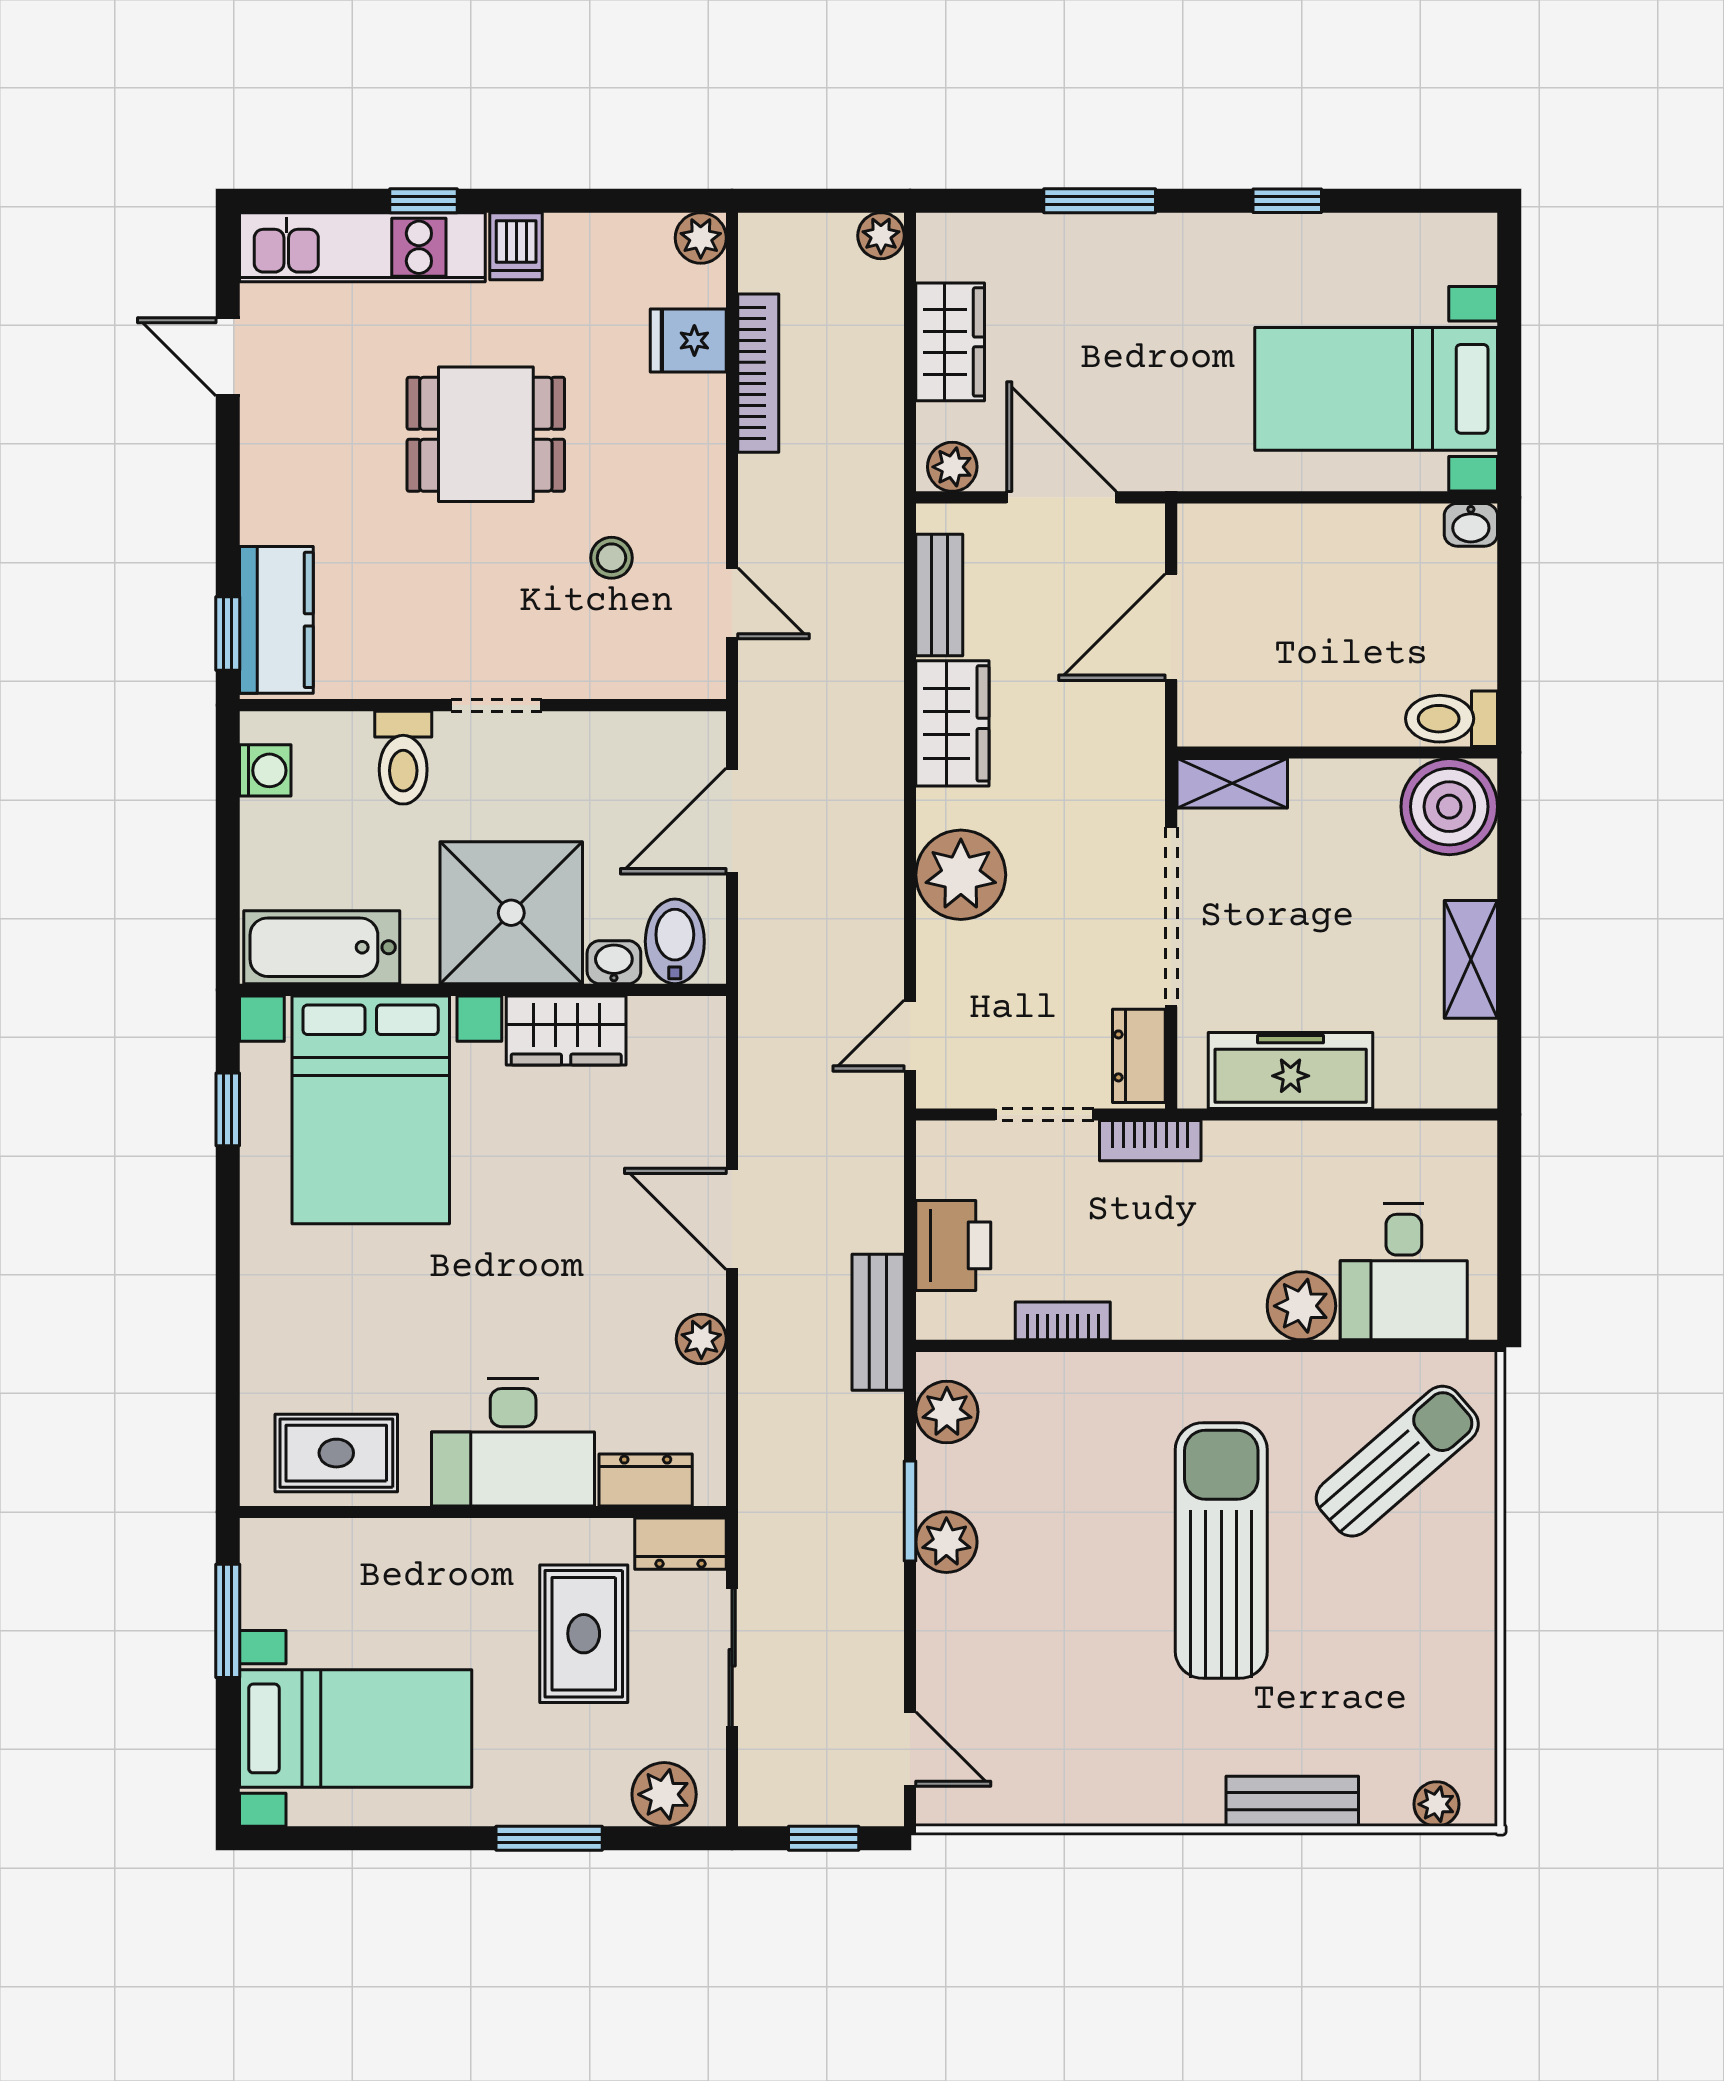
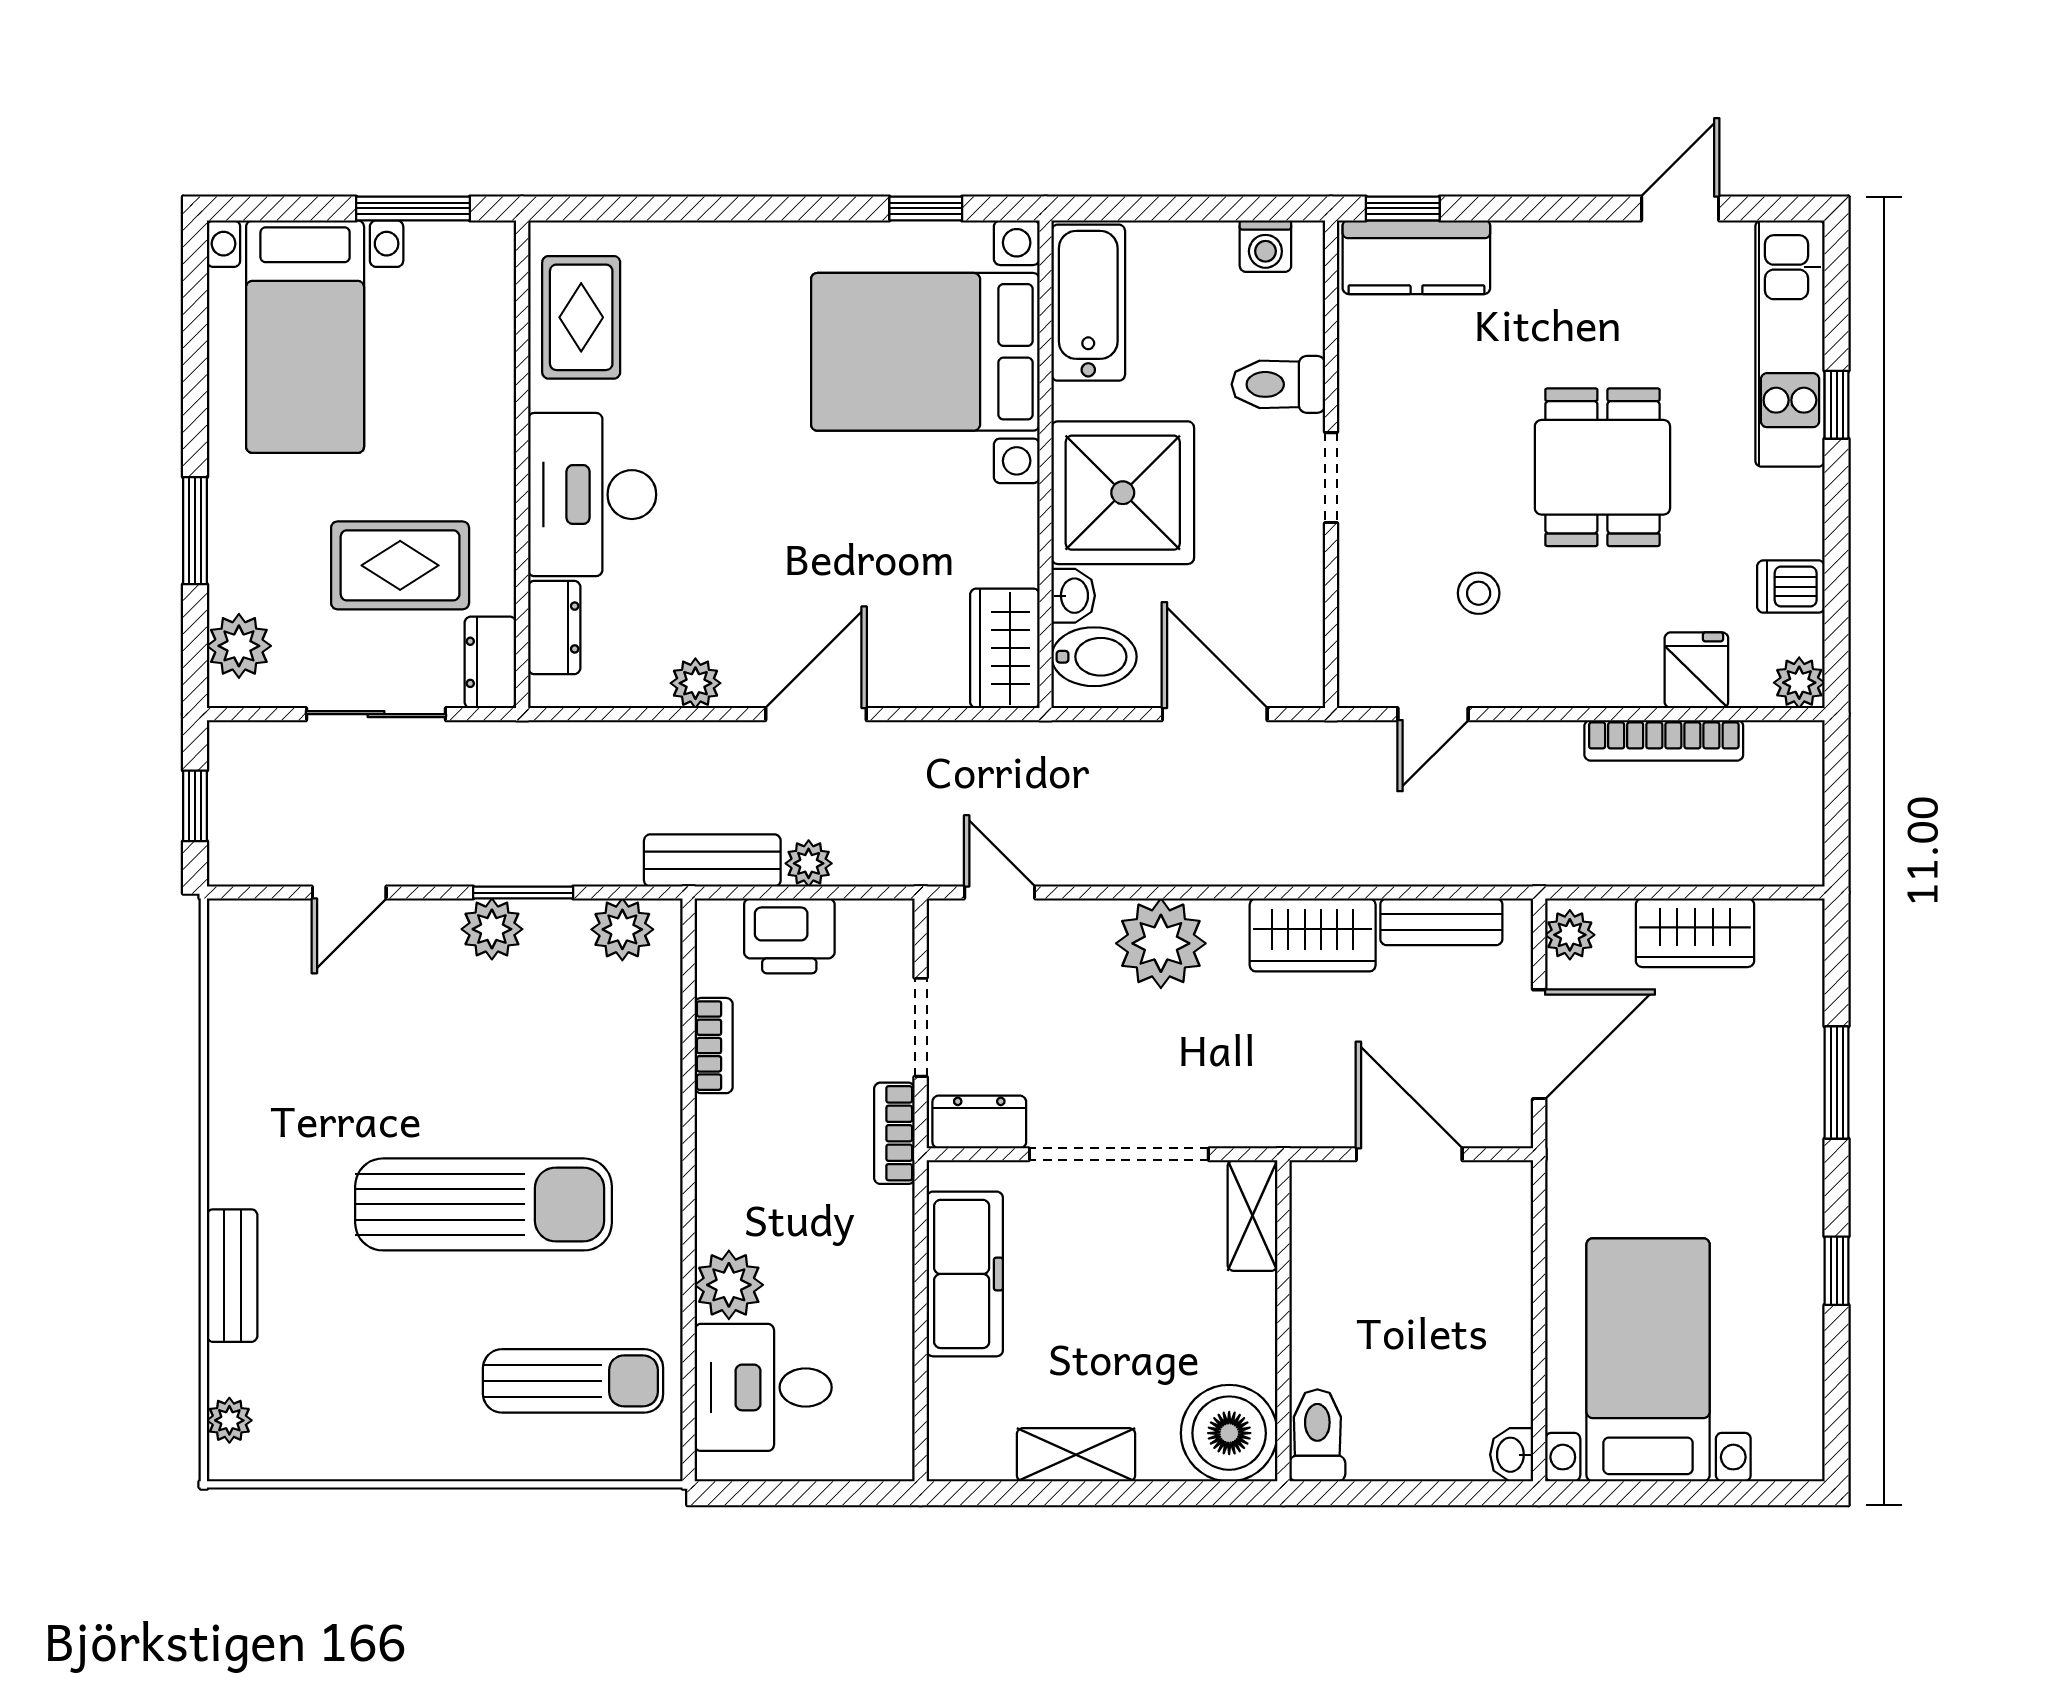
plant: (881, 236) -> (809, 863), moved
dishwasher: (516, 246) -> (1791, 587), moved
wardrobe: (566, 1030) -> (1005, 648), moved
sun lounger: (1397, 1461) -> (573, 1381), turned -49
door: (910, 1749) -> (349, 893), moved

